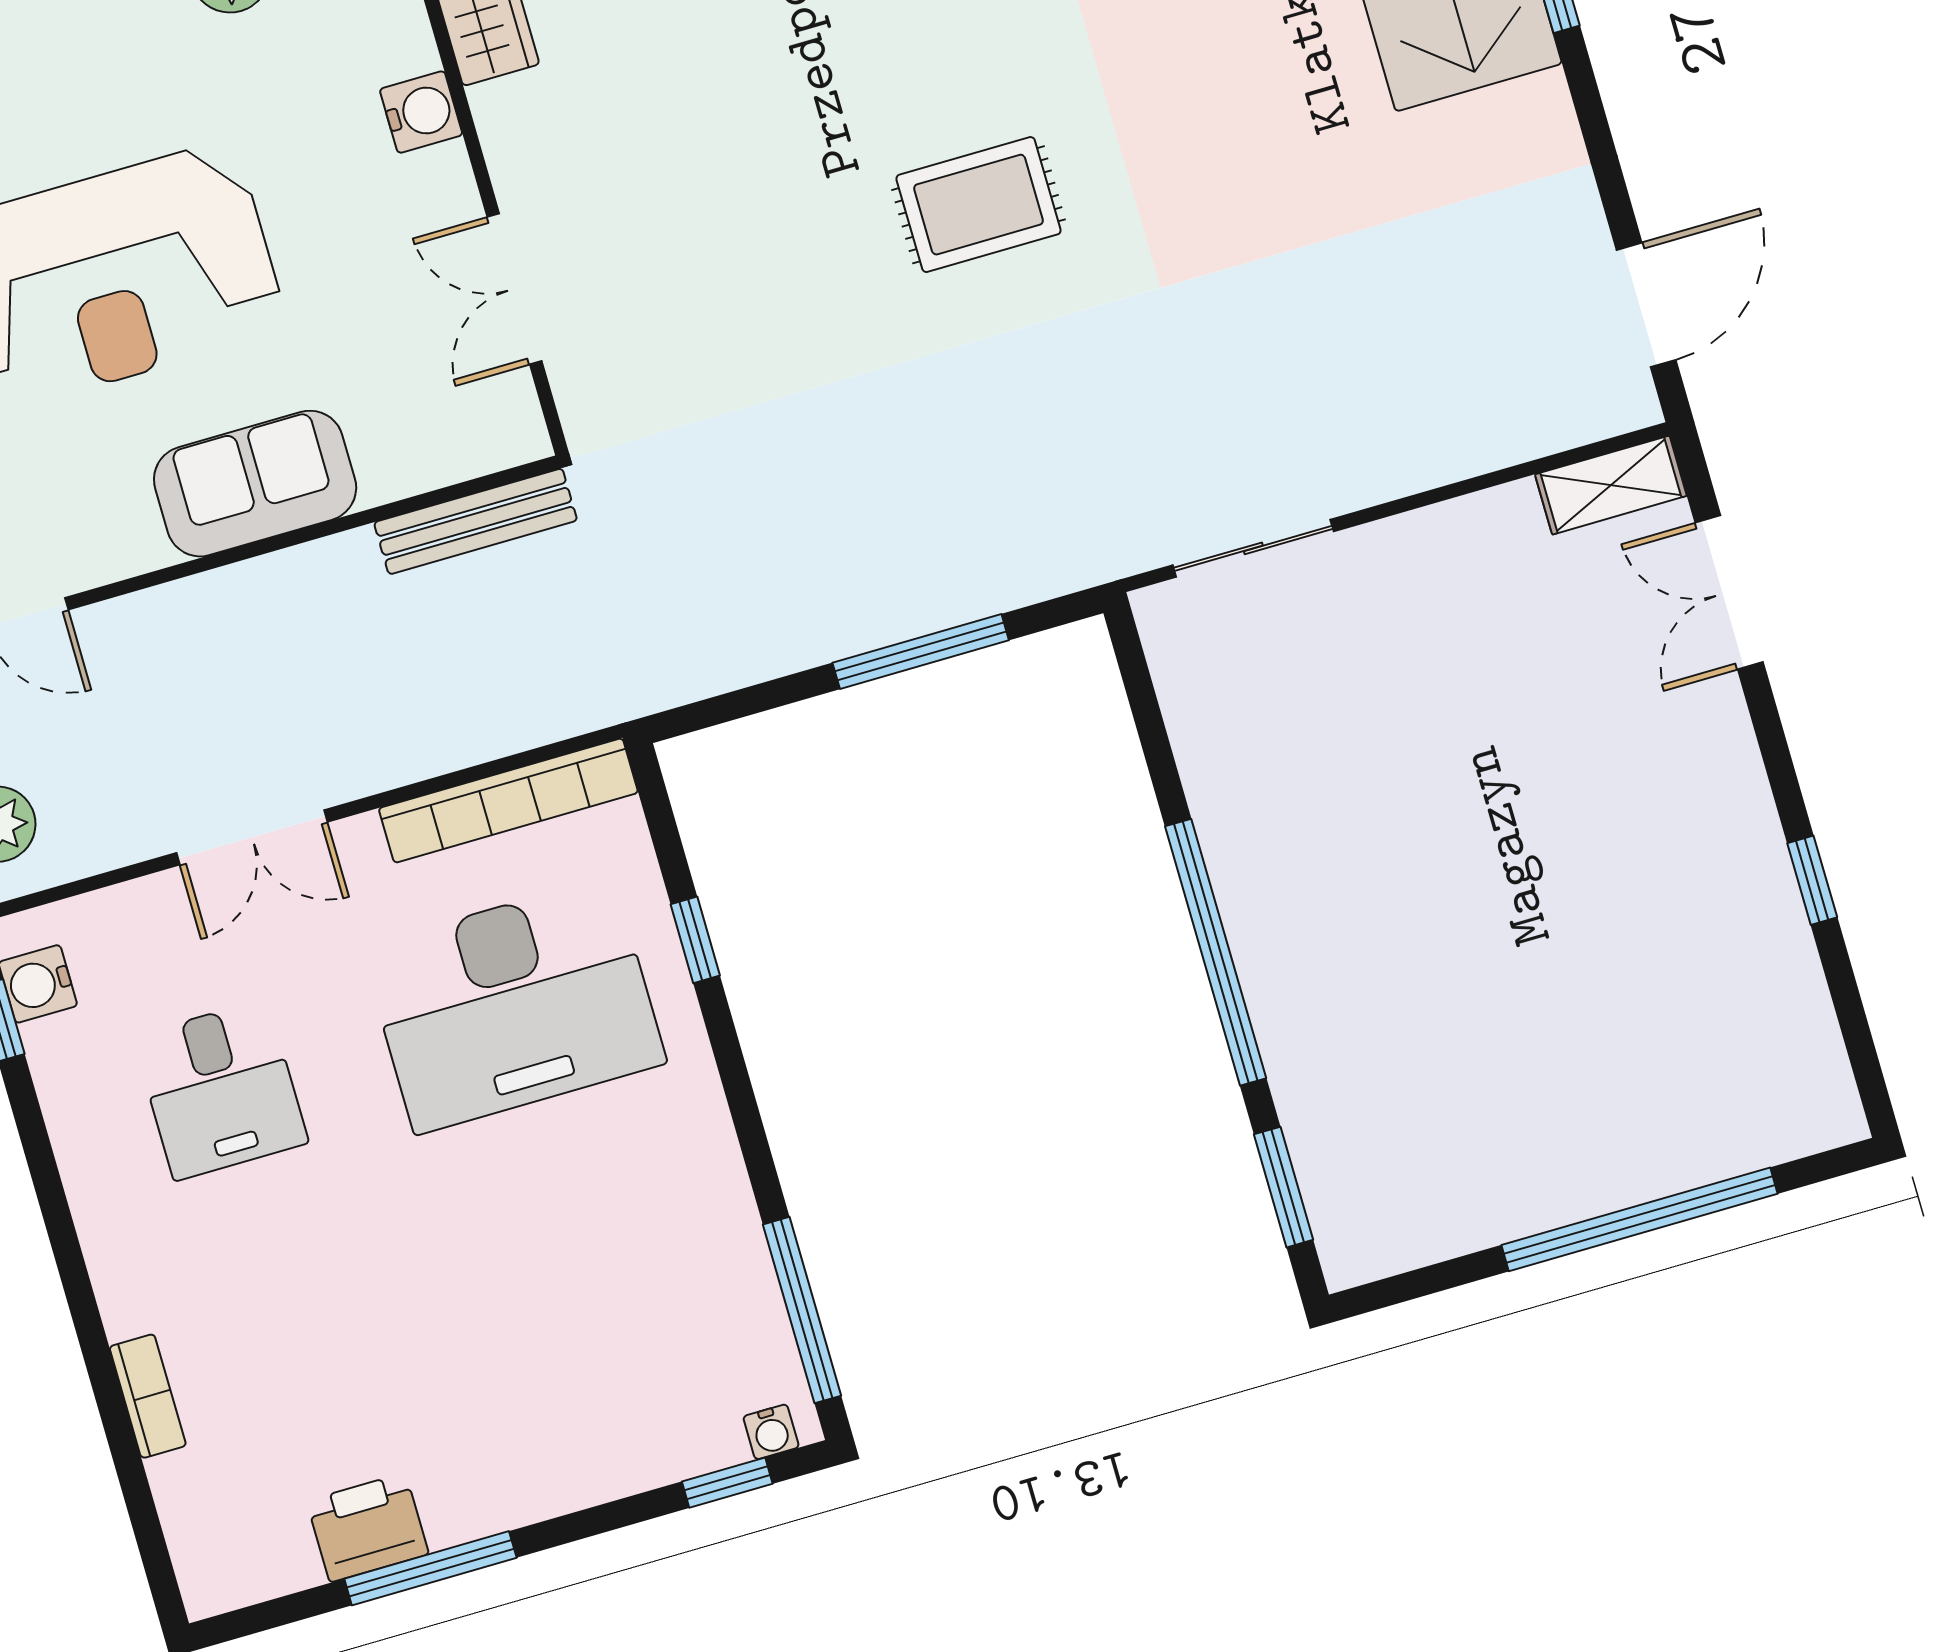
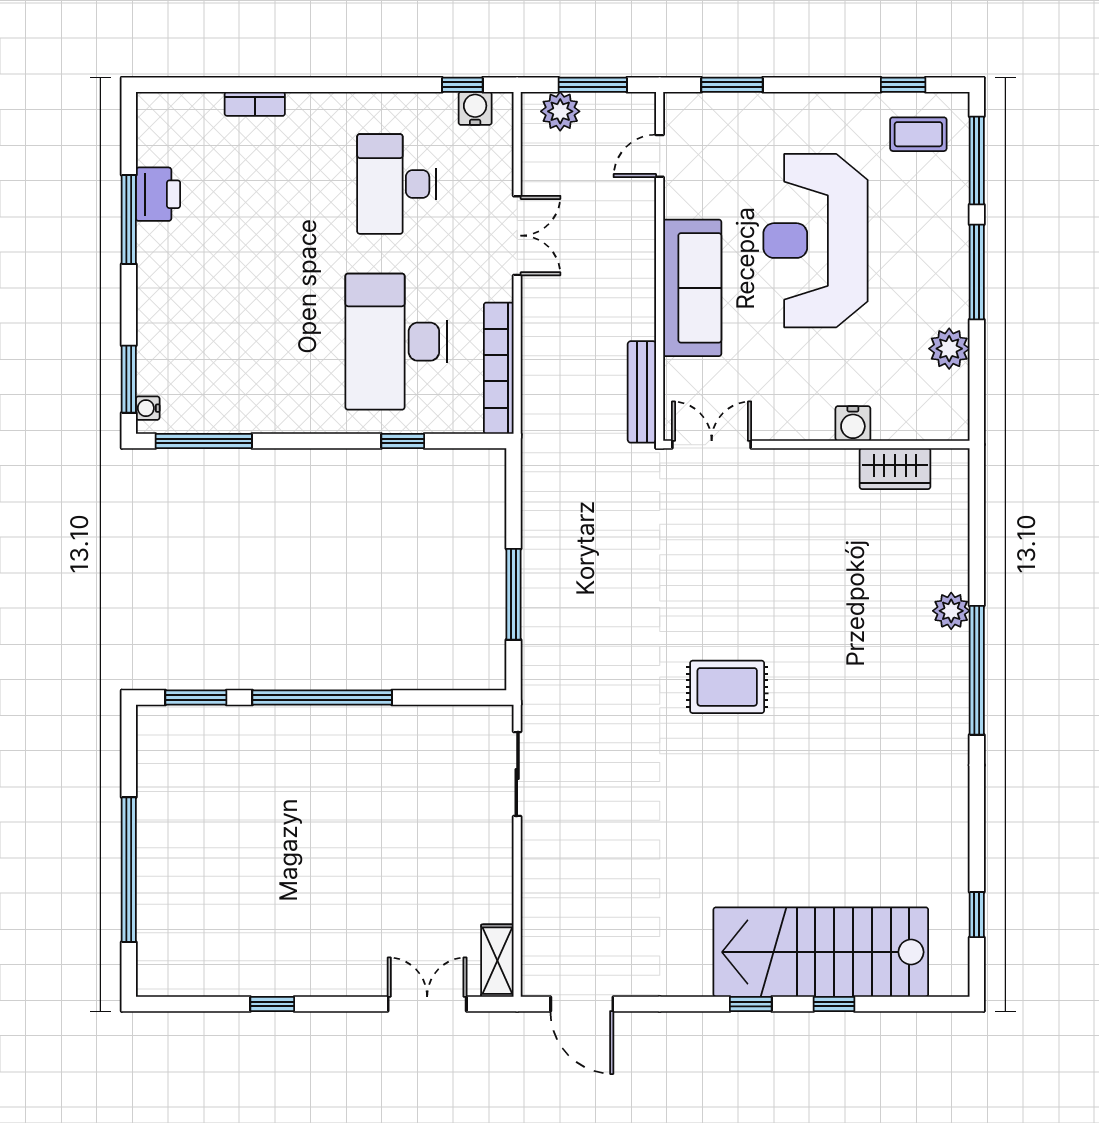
rug: (979, 205) -> (727, 687), turned 90
double door: (515, 289) -> (712, 445), moved
sofa: (255, 484) -> (692, 288), width x1.36
double door: (252, 837) -> (517, 236), swing flipped
desk: (221, 1090) -> (396, 184), width x1.37
window: (727, 1483) -> (129, 379), width x1.50

